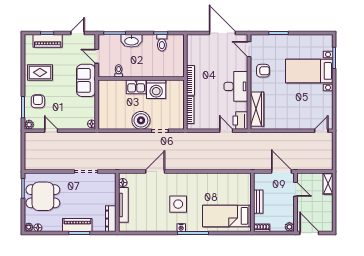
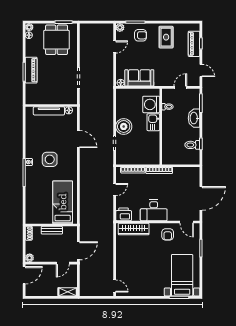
door: (249, 49) -> (187, 222), swing flipped
bed with nightstands: (309, 71) -> (182, 275), moved
sofa: (86, 80) -> (139, 78), moved
washing machine: (156, 89) -> (151, 104), moved
door: (226, 131) -> (115, 190), moved
bed: (227, 216) -> (63, 202), moved
dresser: (111, 219) -> (37, 100), removed

